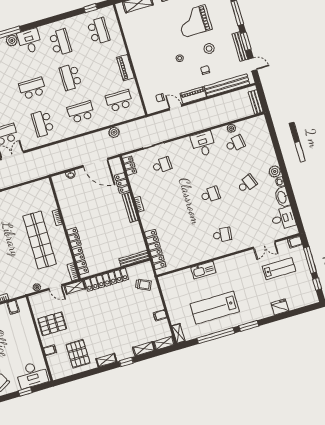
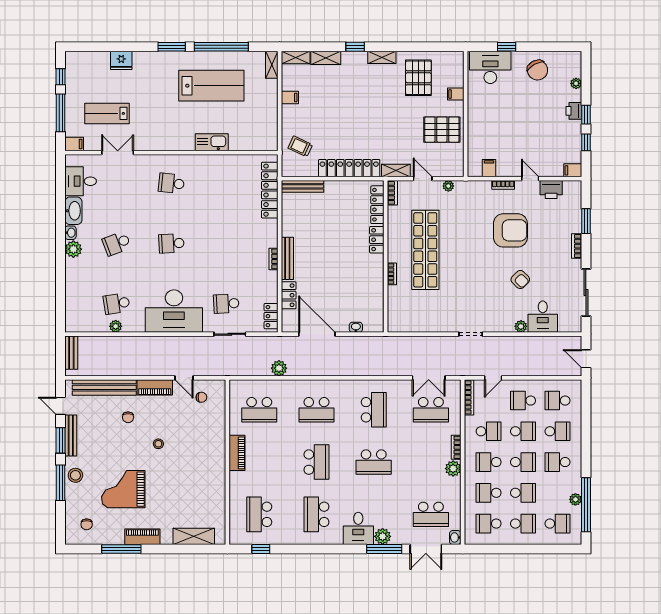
grand piano: (194, 21) -> (123, 489), turned 180
stool: (209, 48) -> (75, 475), moved
desk: (203, 144) -> (174, 311), width x1.87, depth x1.30

